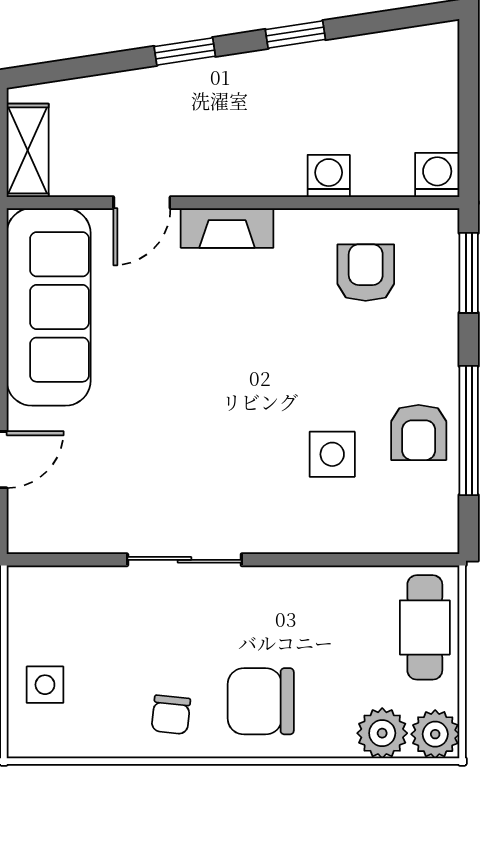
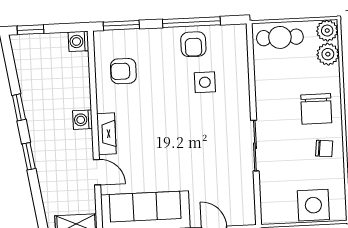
window: (469, 69) -> (30, 30), added
washing machine: (329, 176) -> (83, 120), moved
armchair: (419, 432) -> (193, 44), turned 90
side table: (45, 685) -> (313, 205), width x1.87, depth x1.87

